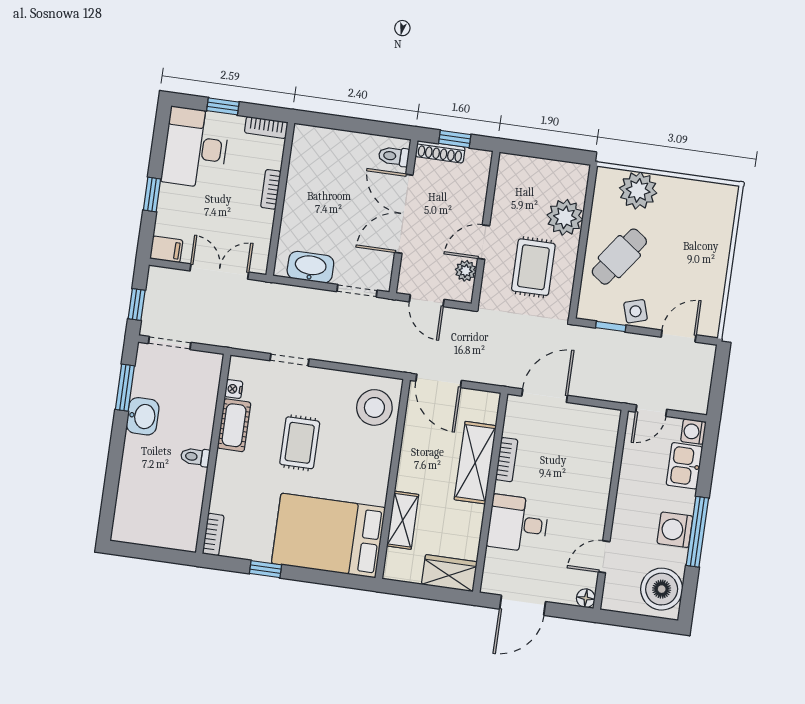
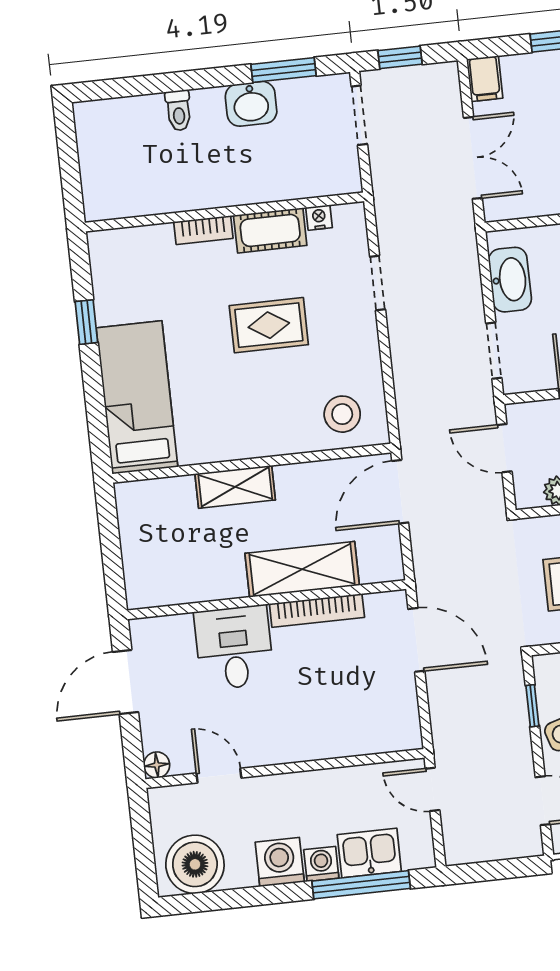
door: (427, 301) -> (504, 448), hinge flipped
stool: (374, 407) -> (342, 414), width x0.73, depth x0.73
washing machine: (693, 432) -> (321, 864), moved
toilet: (195, 457) -> (179, 110), moved, turned 180
bookcase: (507, 460) -> (317, 611), width x1.56
shelving: (403, 520) -> (235, 487), moved
window: (697, 532) -> (361, 885), moved
bookcase: (213, 535) -> (203, 230), moved
bed: (328, 535) -> (137, 397), width x0.67
wardrobe: (449, 573) -> (144, 572), removed
door: (523, 605) -> (126, 682), hinge flipped

